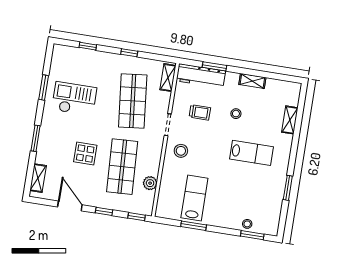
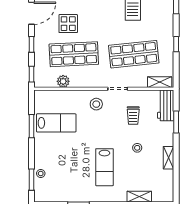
workbench: (201, 76) -> (166, 105), width x0.73
display table: (85, 154) -> (68, 24), moved

